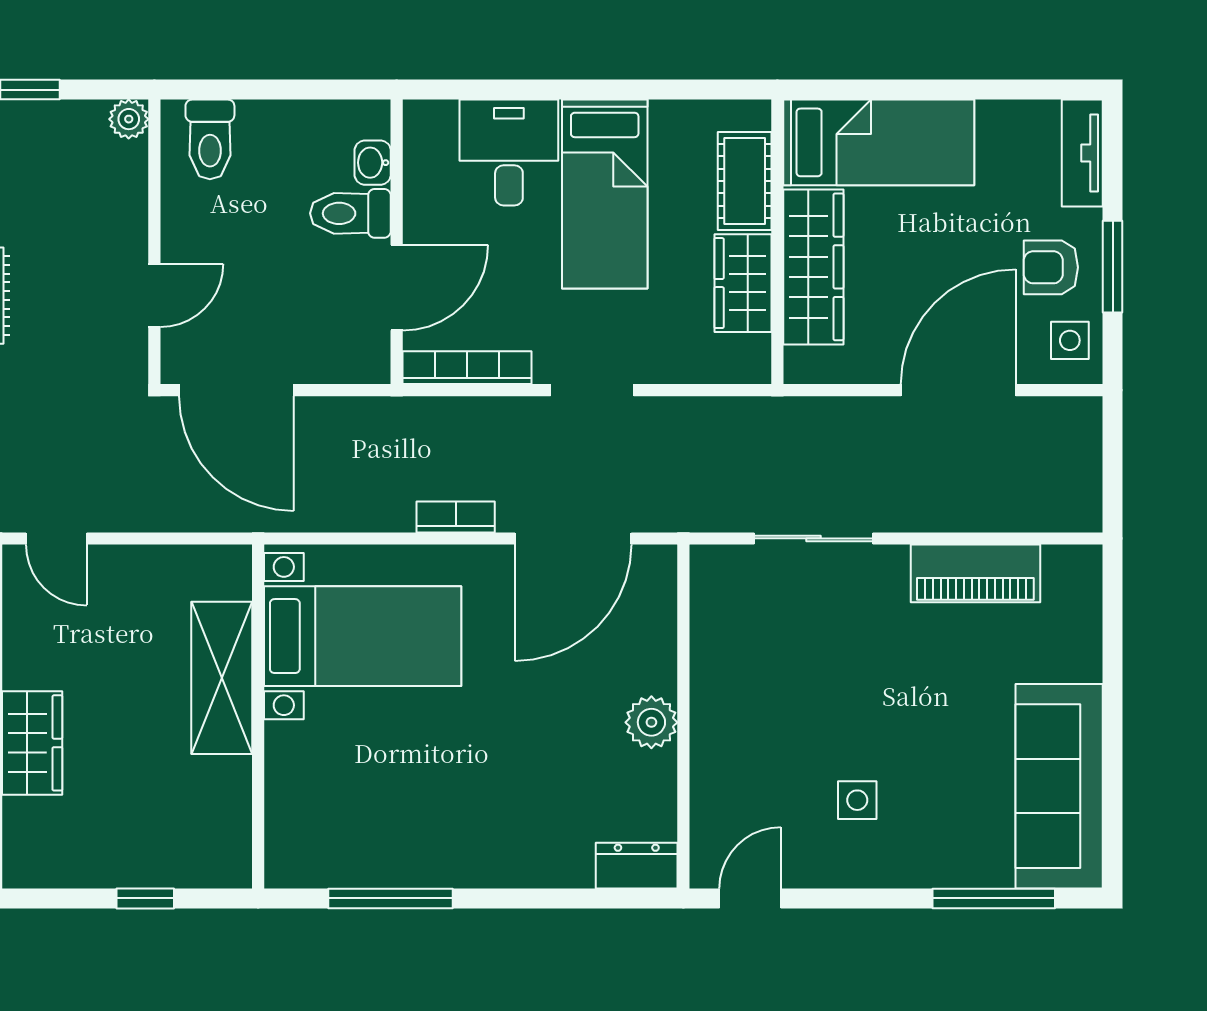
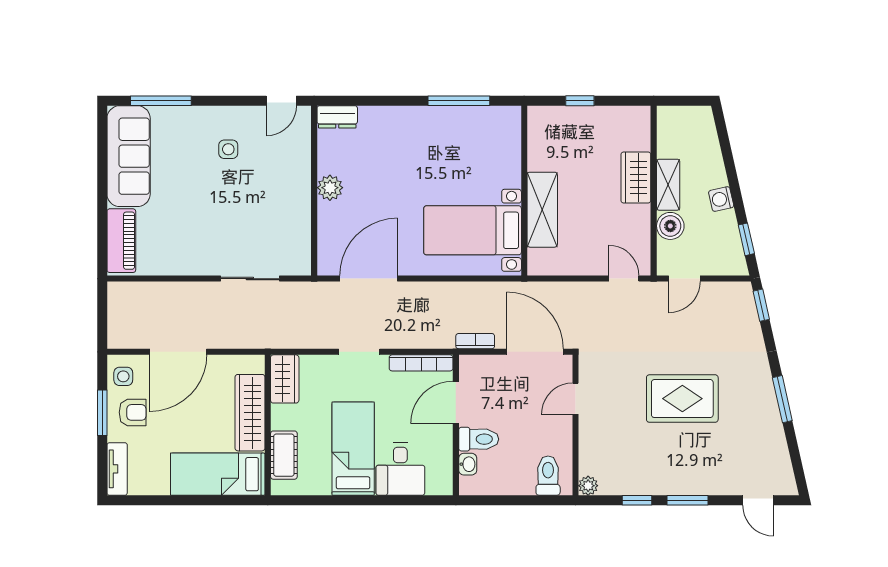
wardrobe: (743, 283) -> (285, 379), moved
bookcase: (456, 517) -> (475, 341), moved, turned 180
piano: (975, 573) -> (121, 241), moved, turned 90

